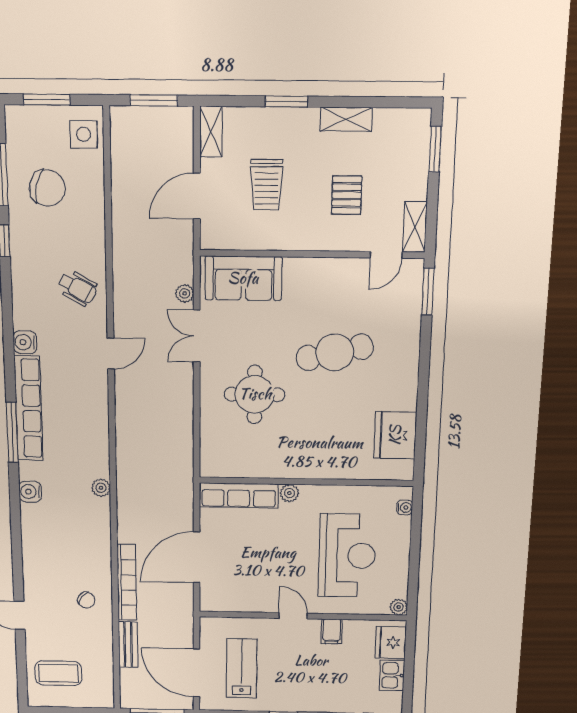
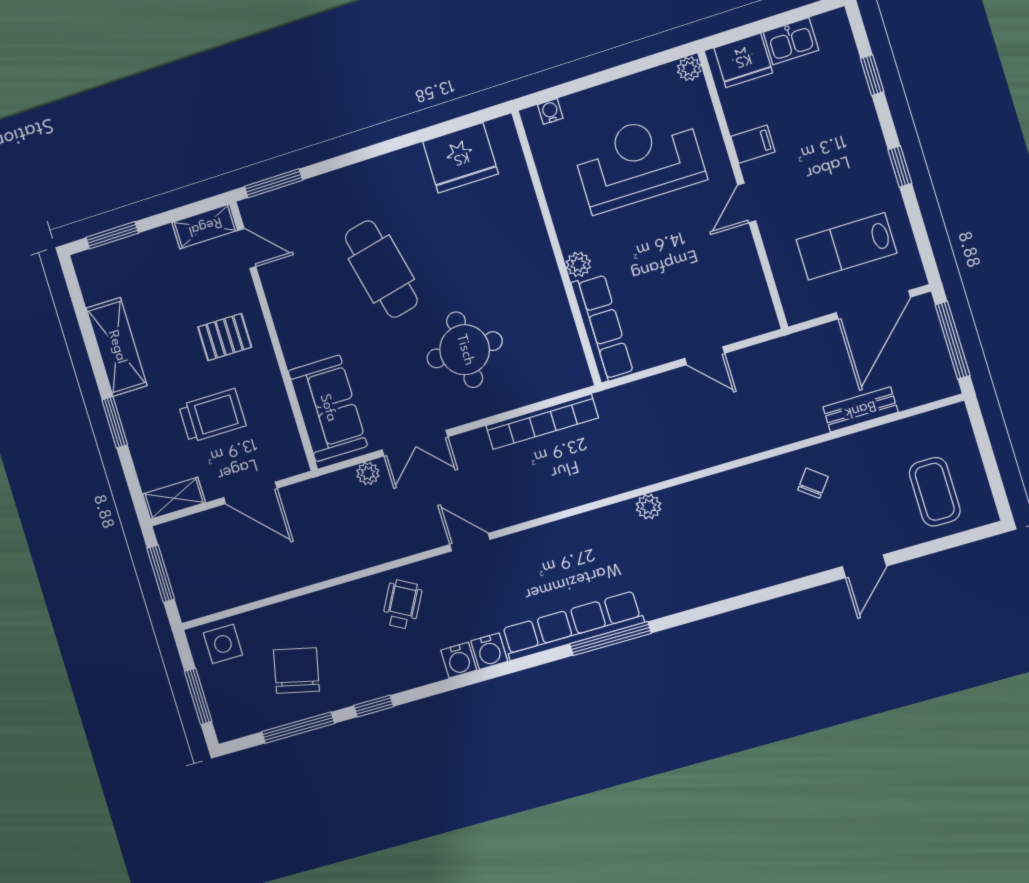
shelving: (346, 119) -> (117, 347), width x1.50, depth x1.33
pallet: (347, 195) -> (225, 337), moved
water cooler: (30, 492) -> (459, 660), moved
door: (197, 557) -> (705, 356), width x0.53
bookcase: (127, 582) -> (542, 422), moved, turned 180

